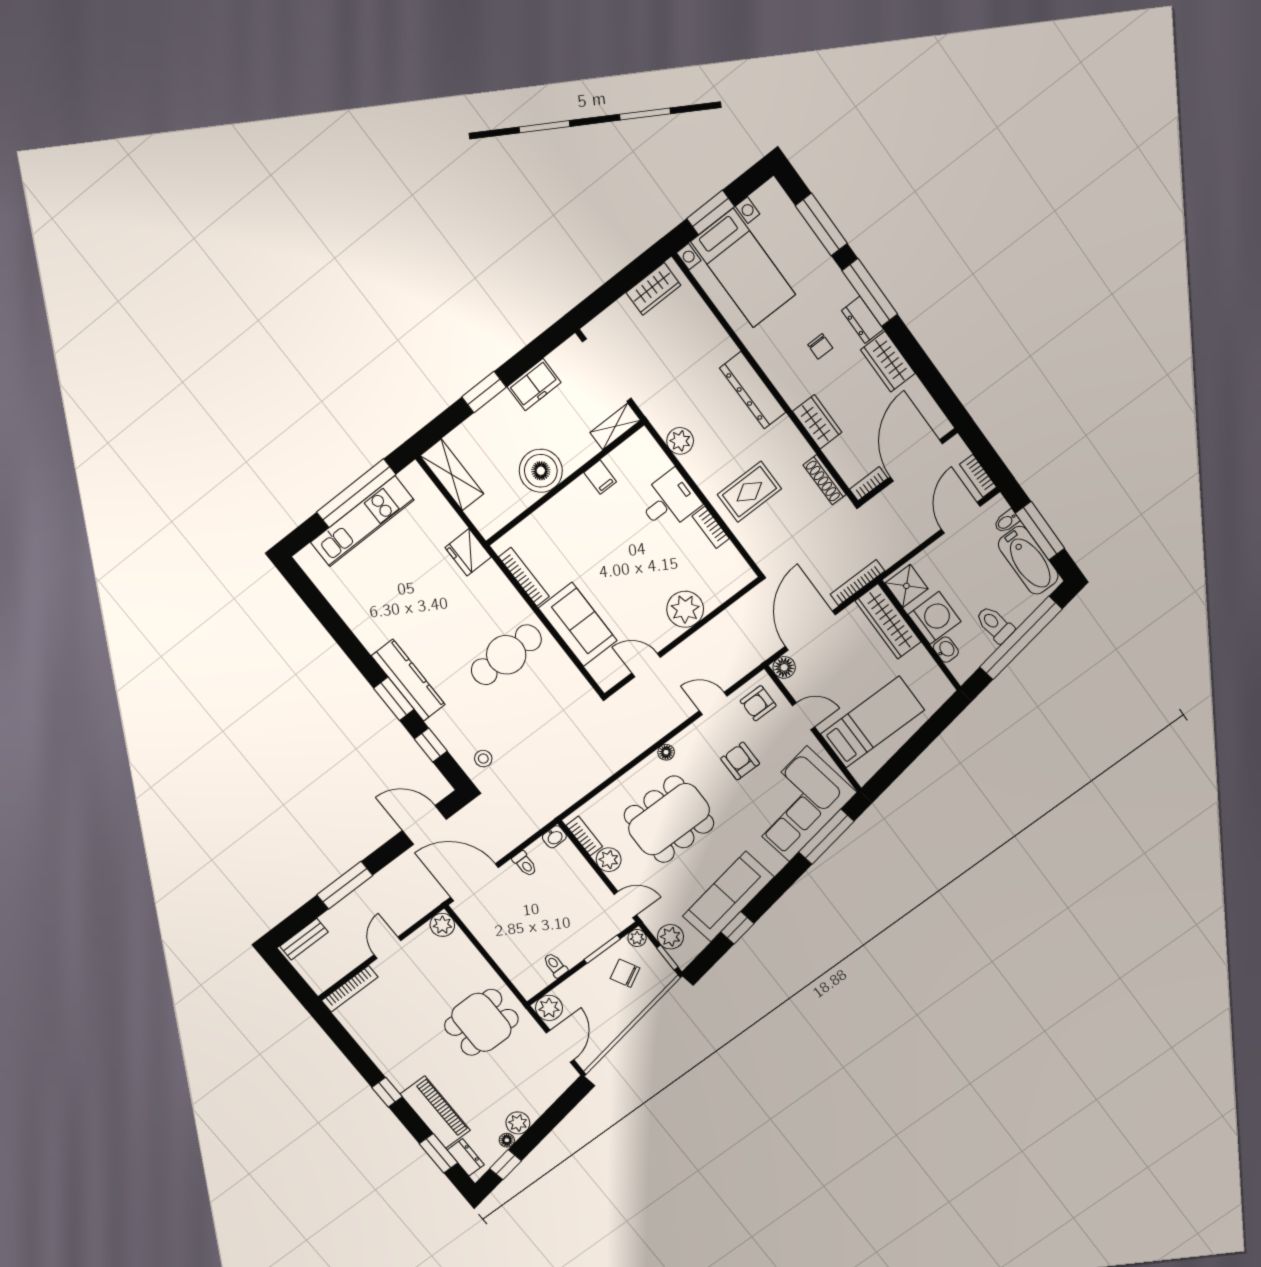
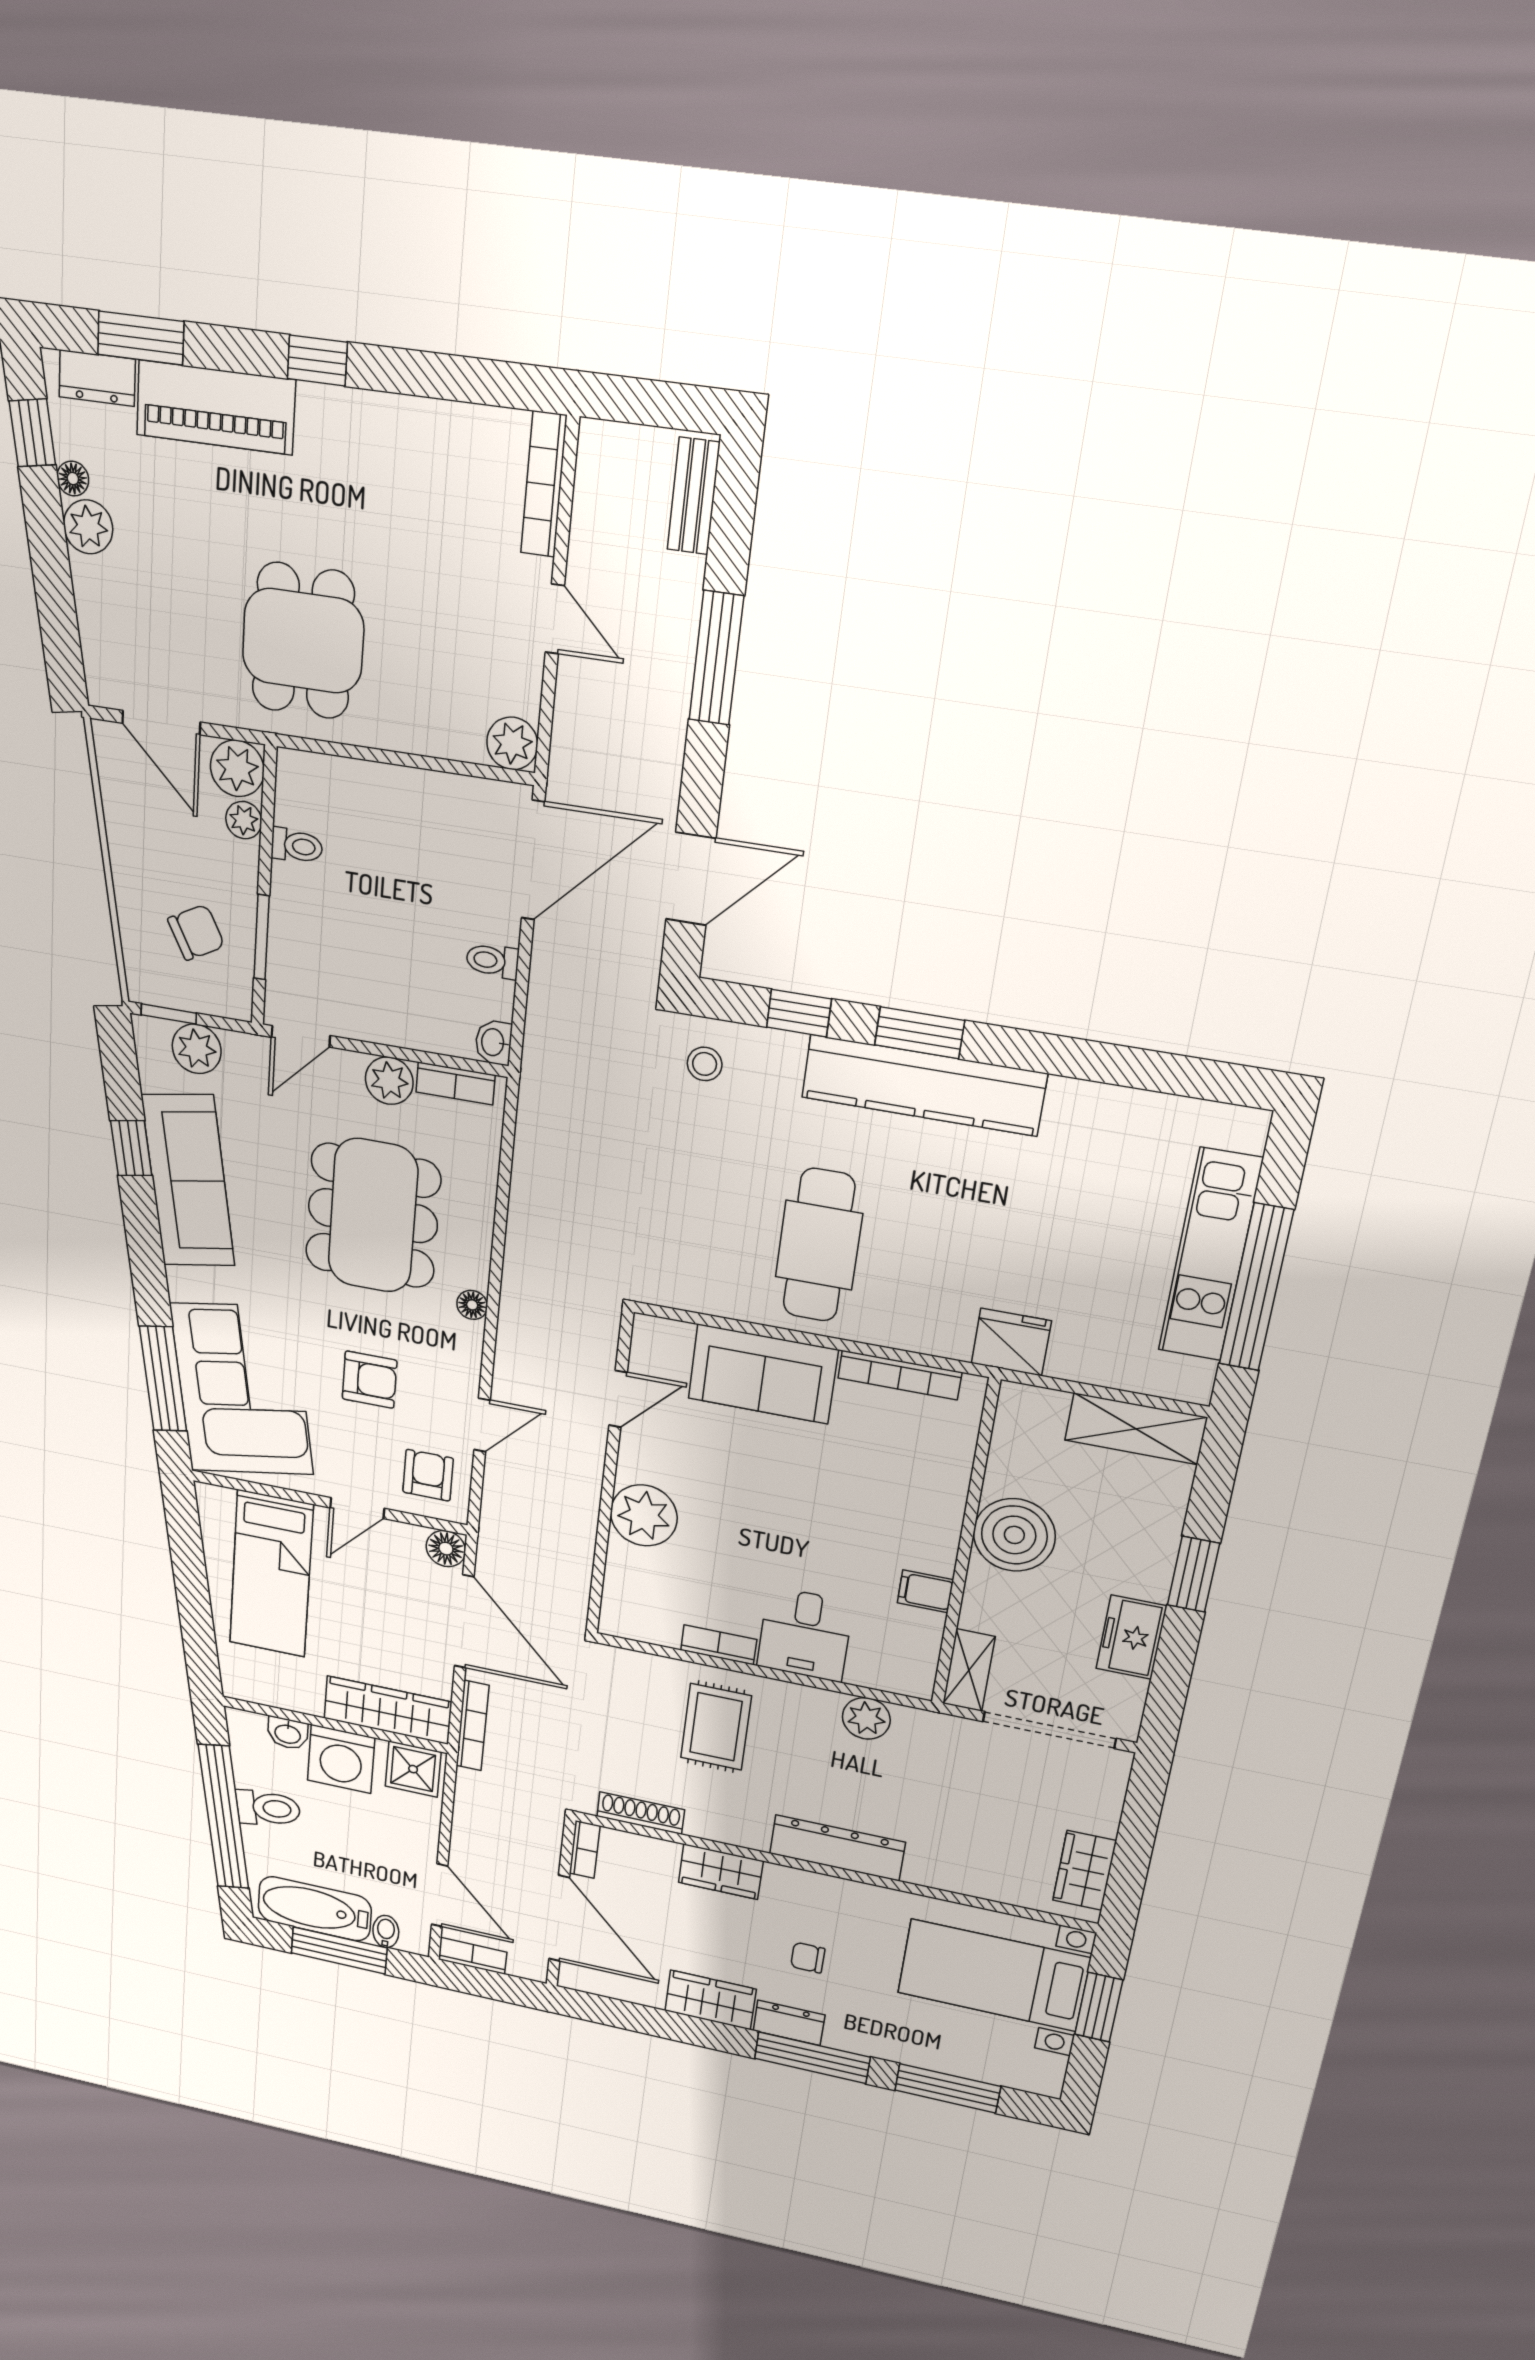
kitchen counter: (408, 680) -> (924, 1085), width x1.39, depth x1.17
plant: (637, 938) -> (244, 820), moved

